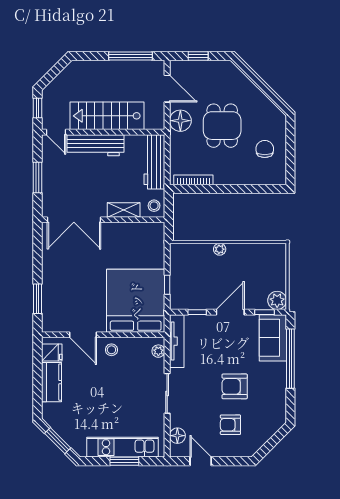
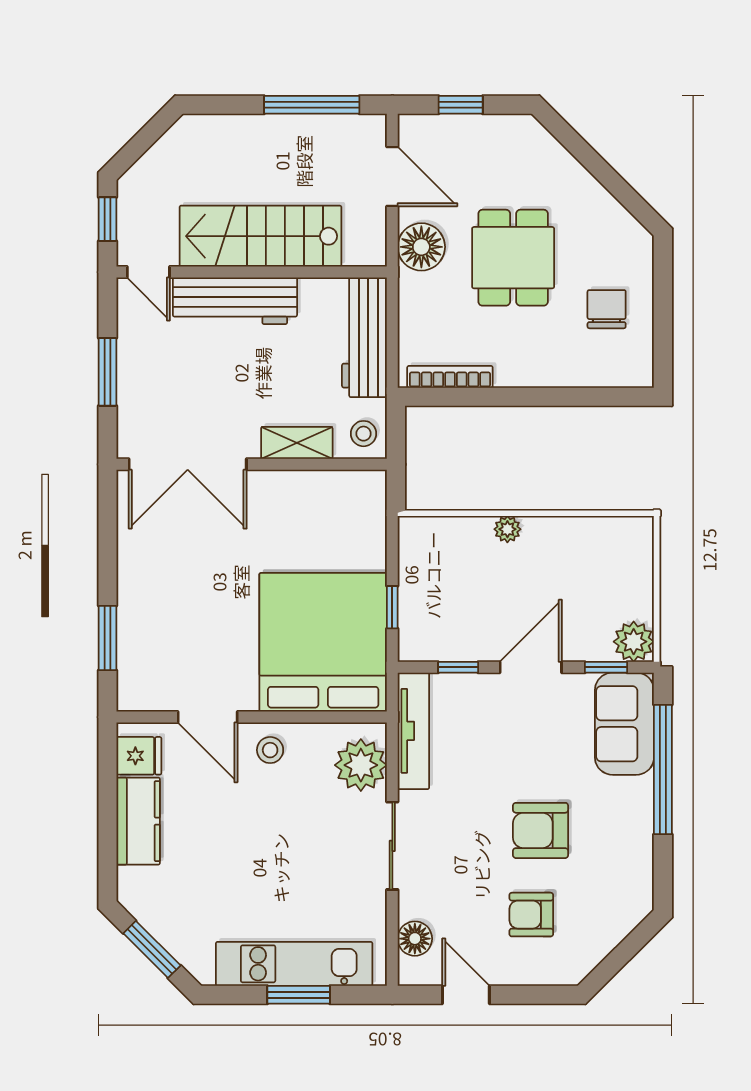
plant: (158, 351) -> (361, 765), width x1.88, depth x1.88

